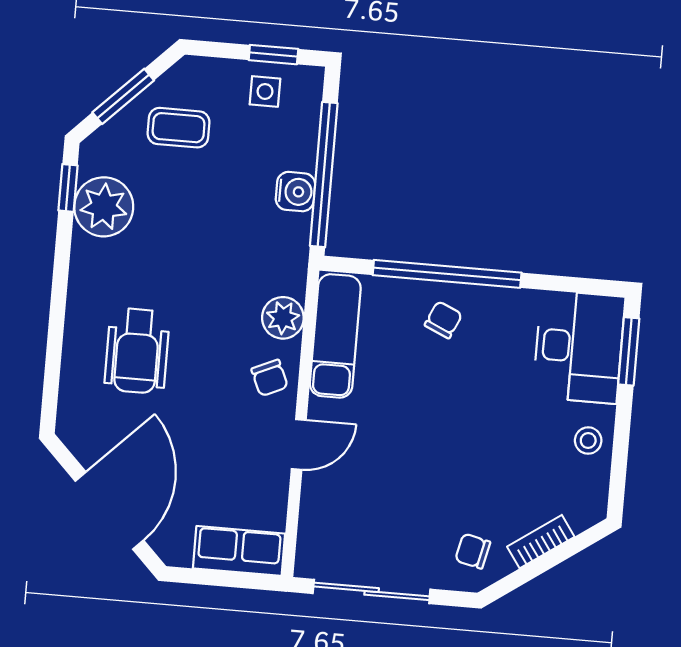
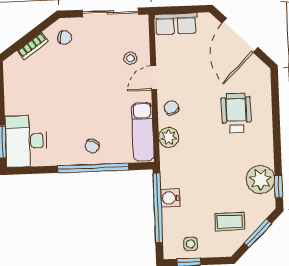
stool: (588, 441) -> (130, 58), moved

